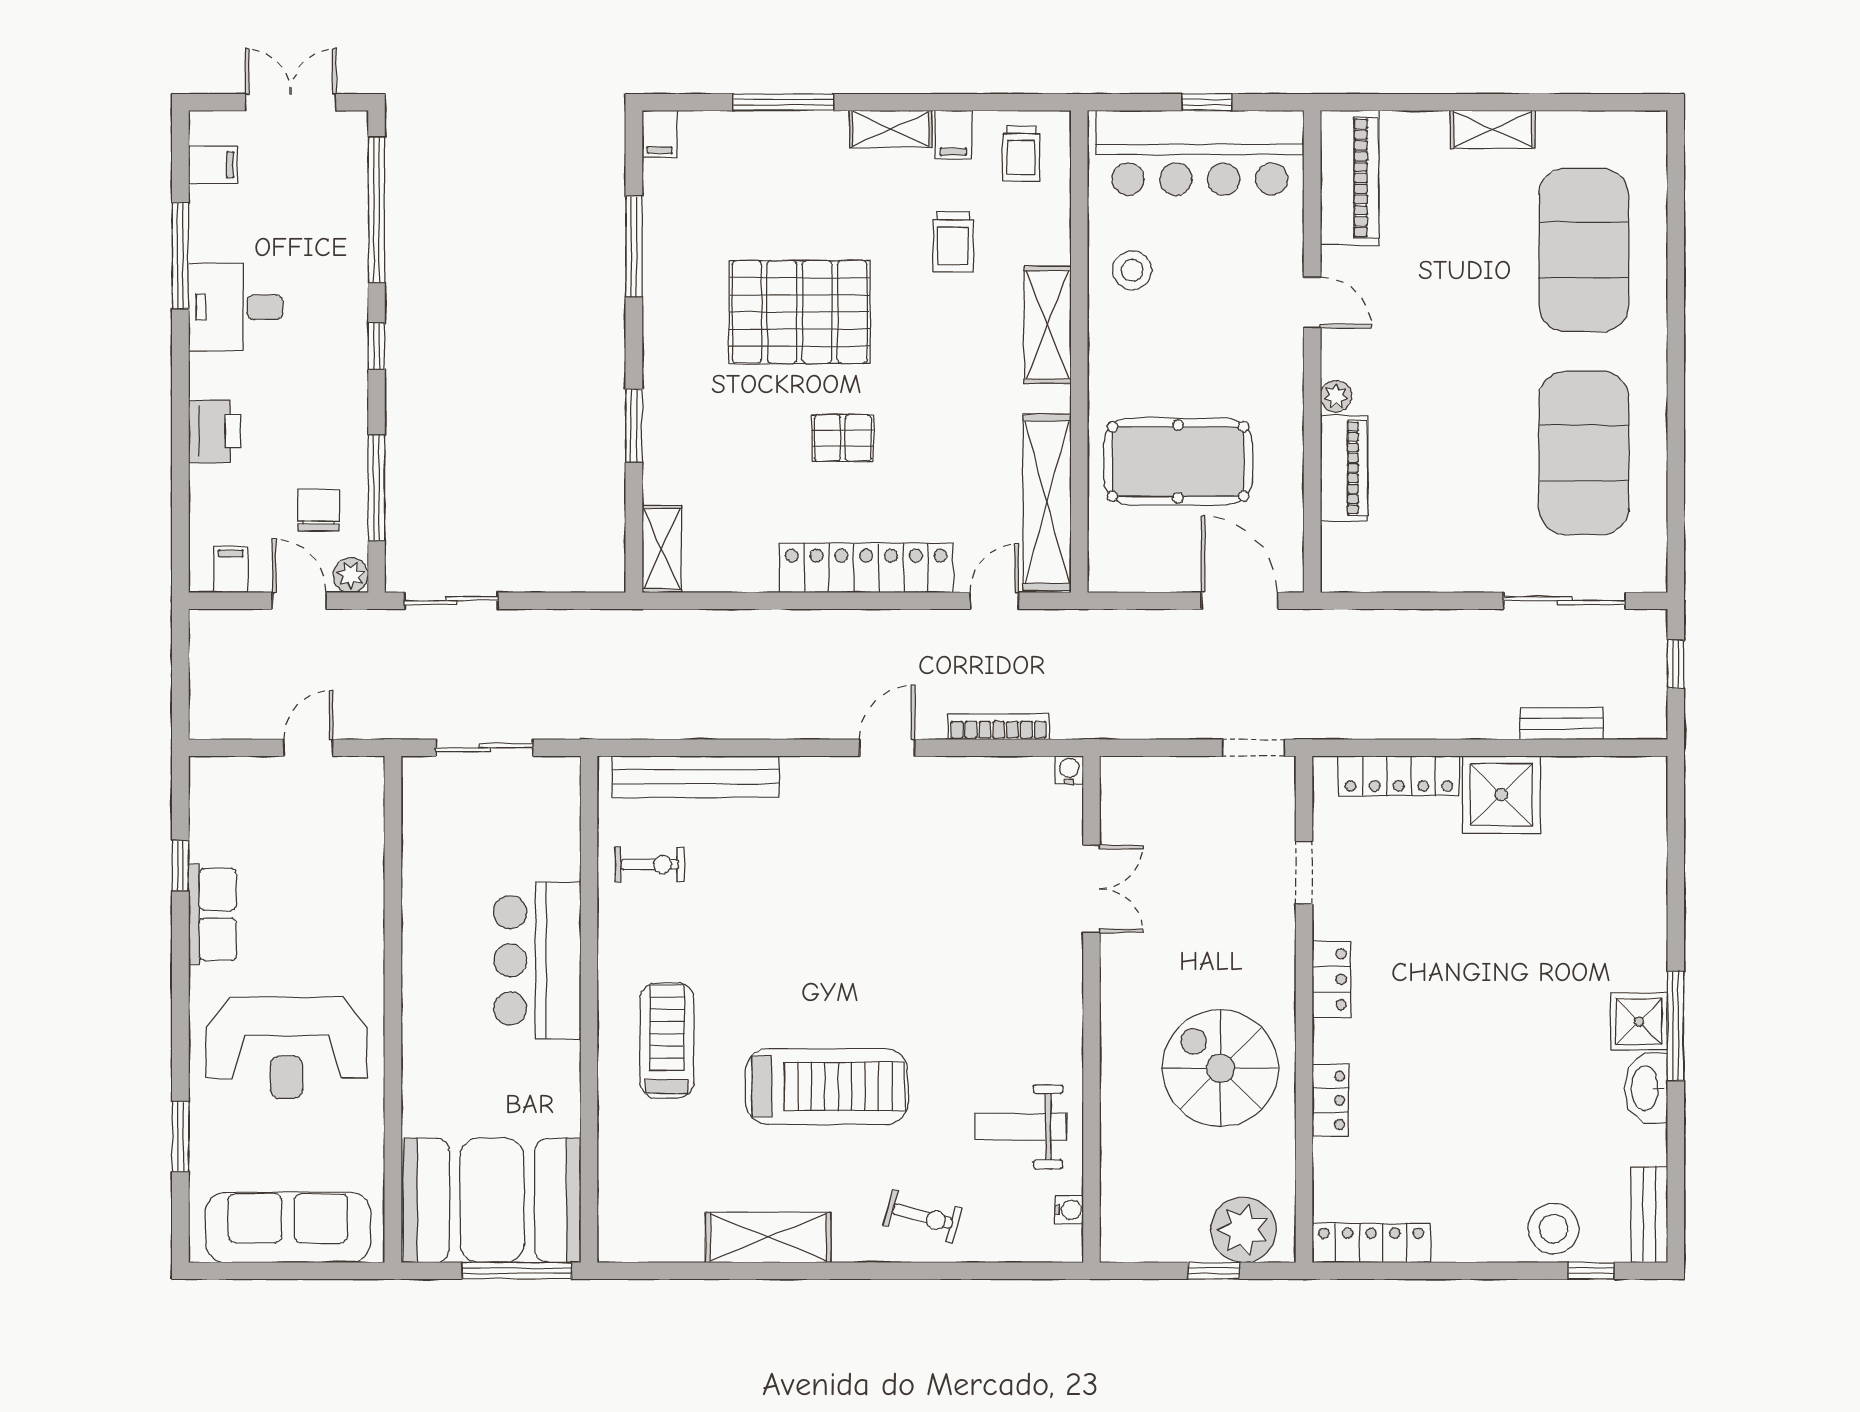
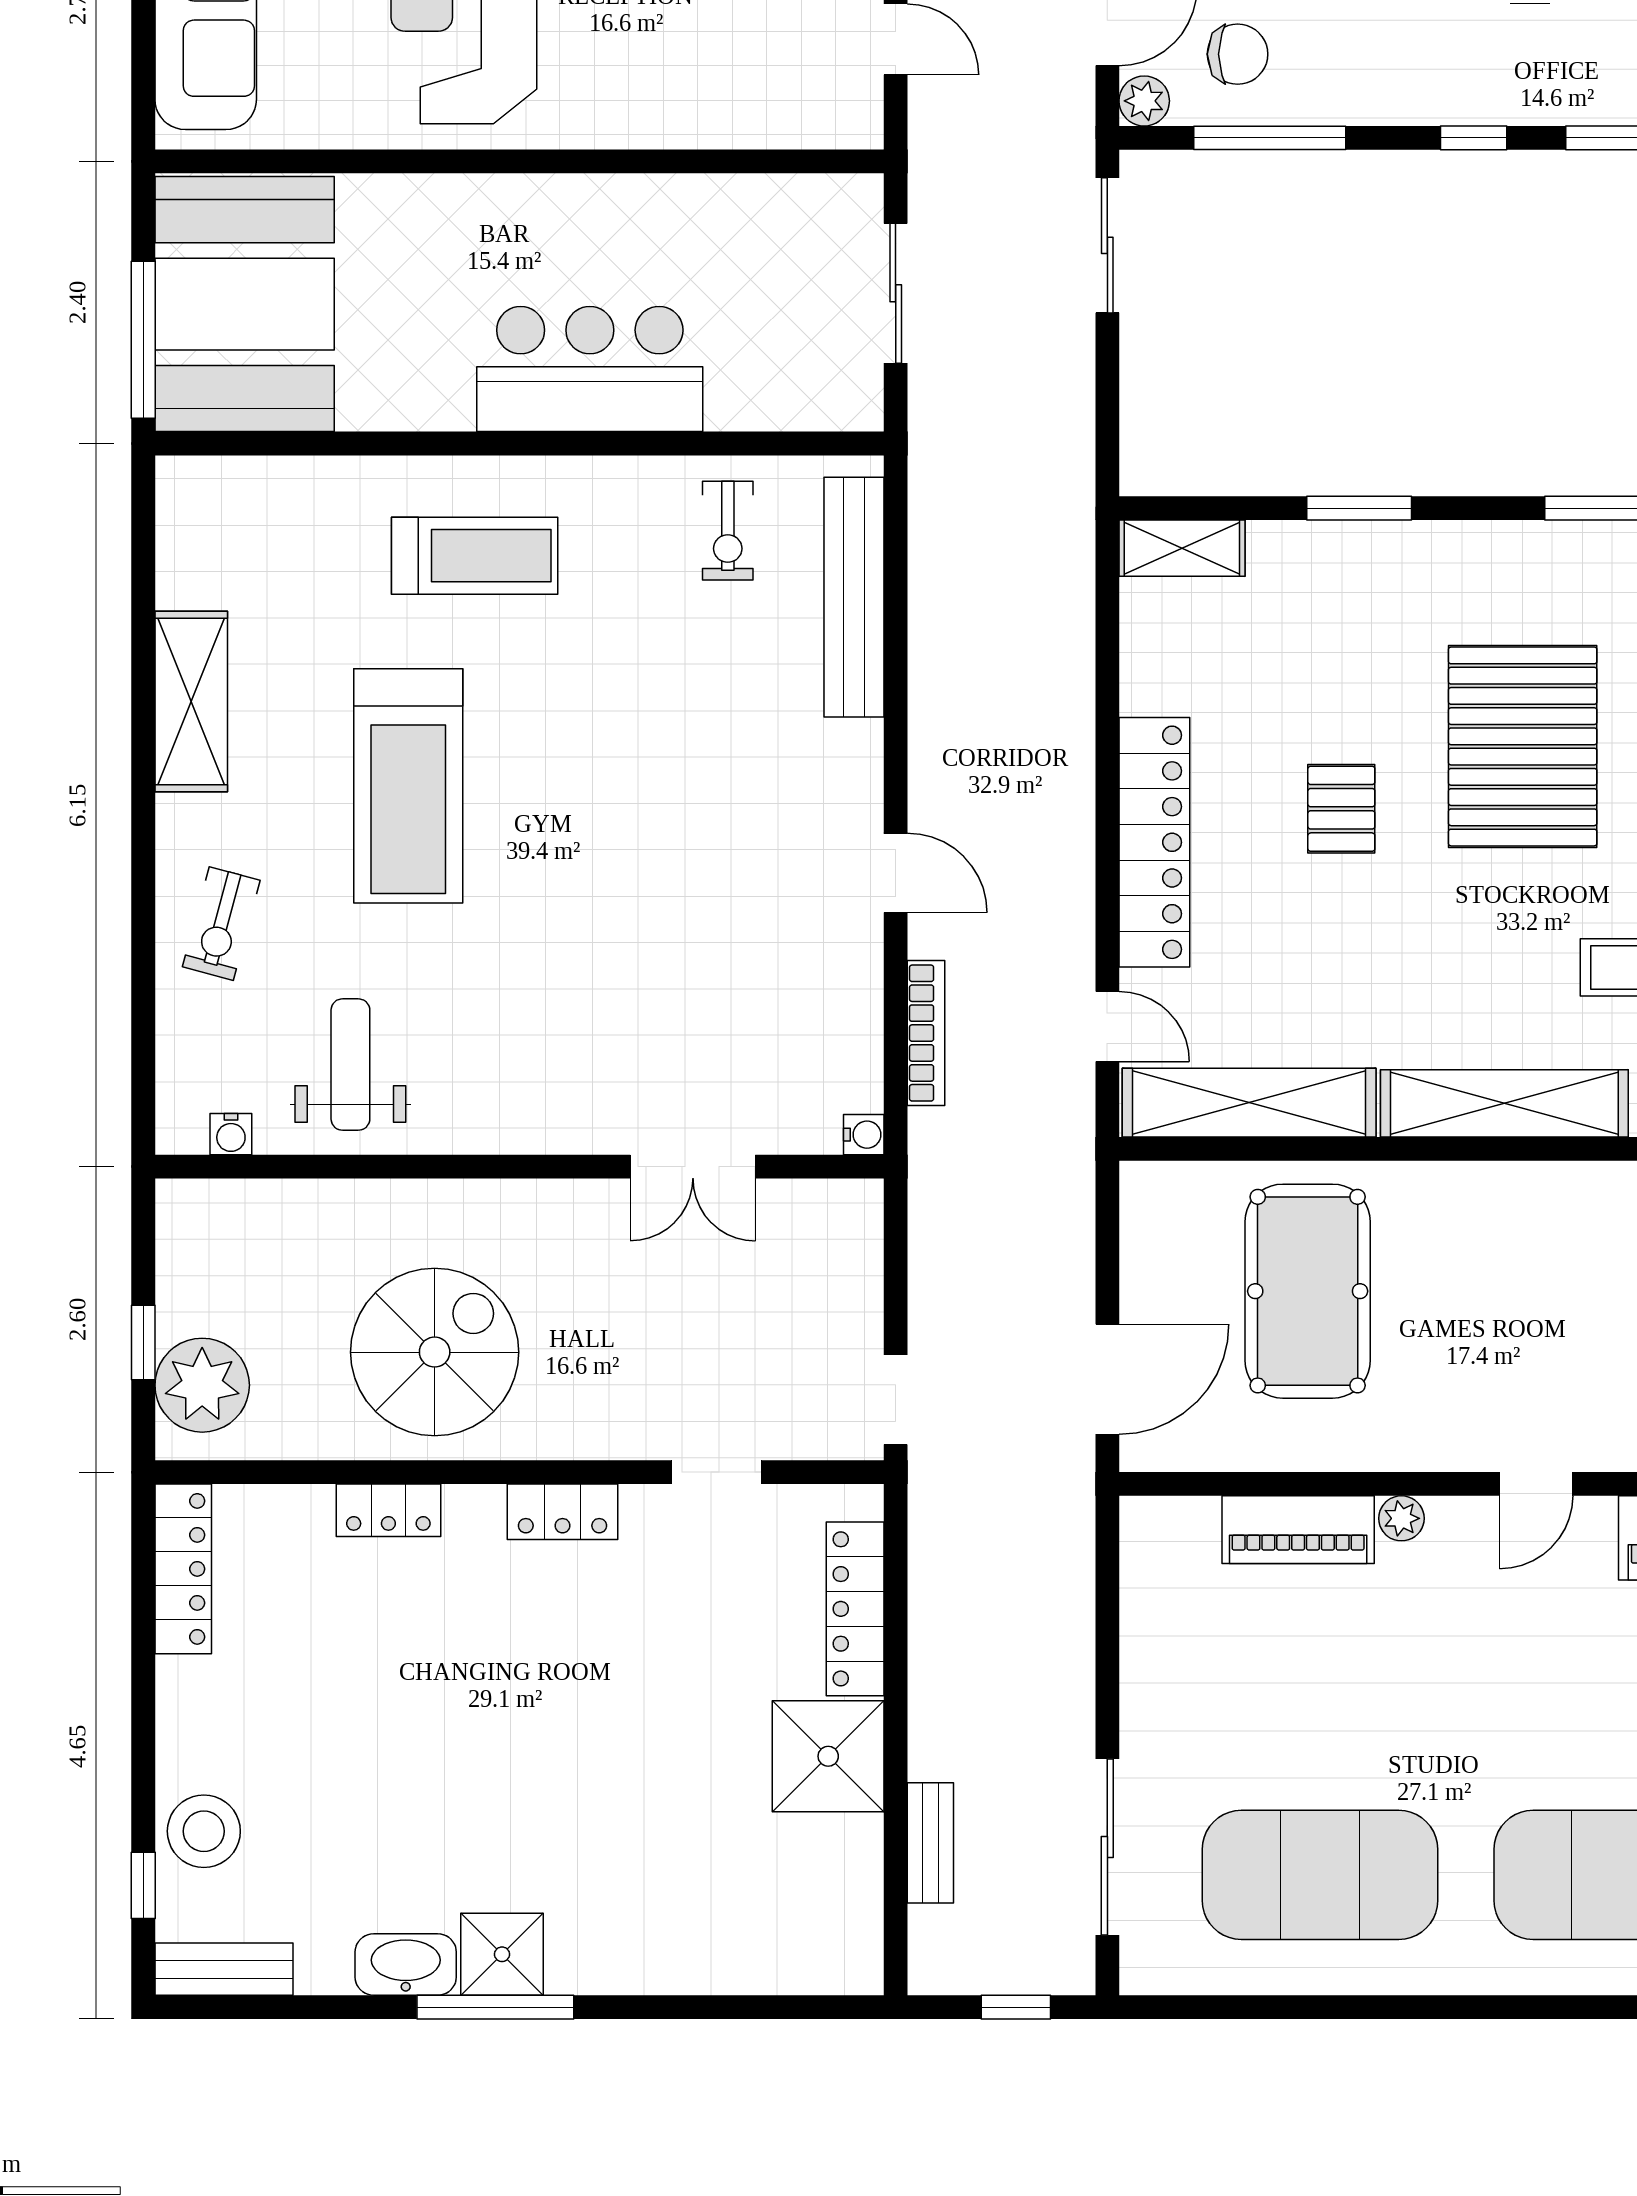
stool: (1132, 270) -> (1583, 1225), removed
shelving: (1048, 325) -> (1504, 1103), width x1.47

